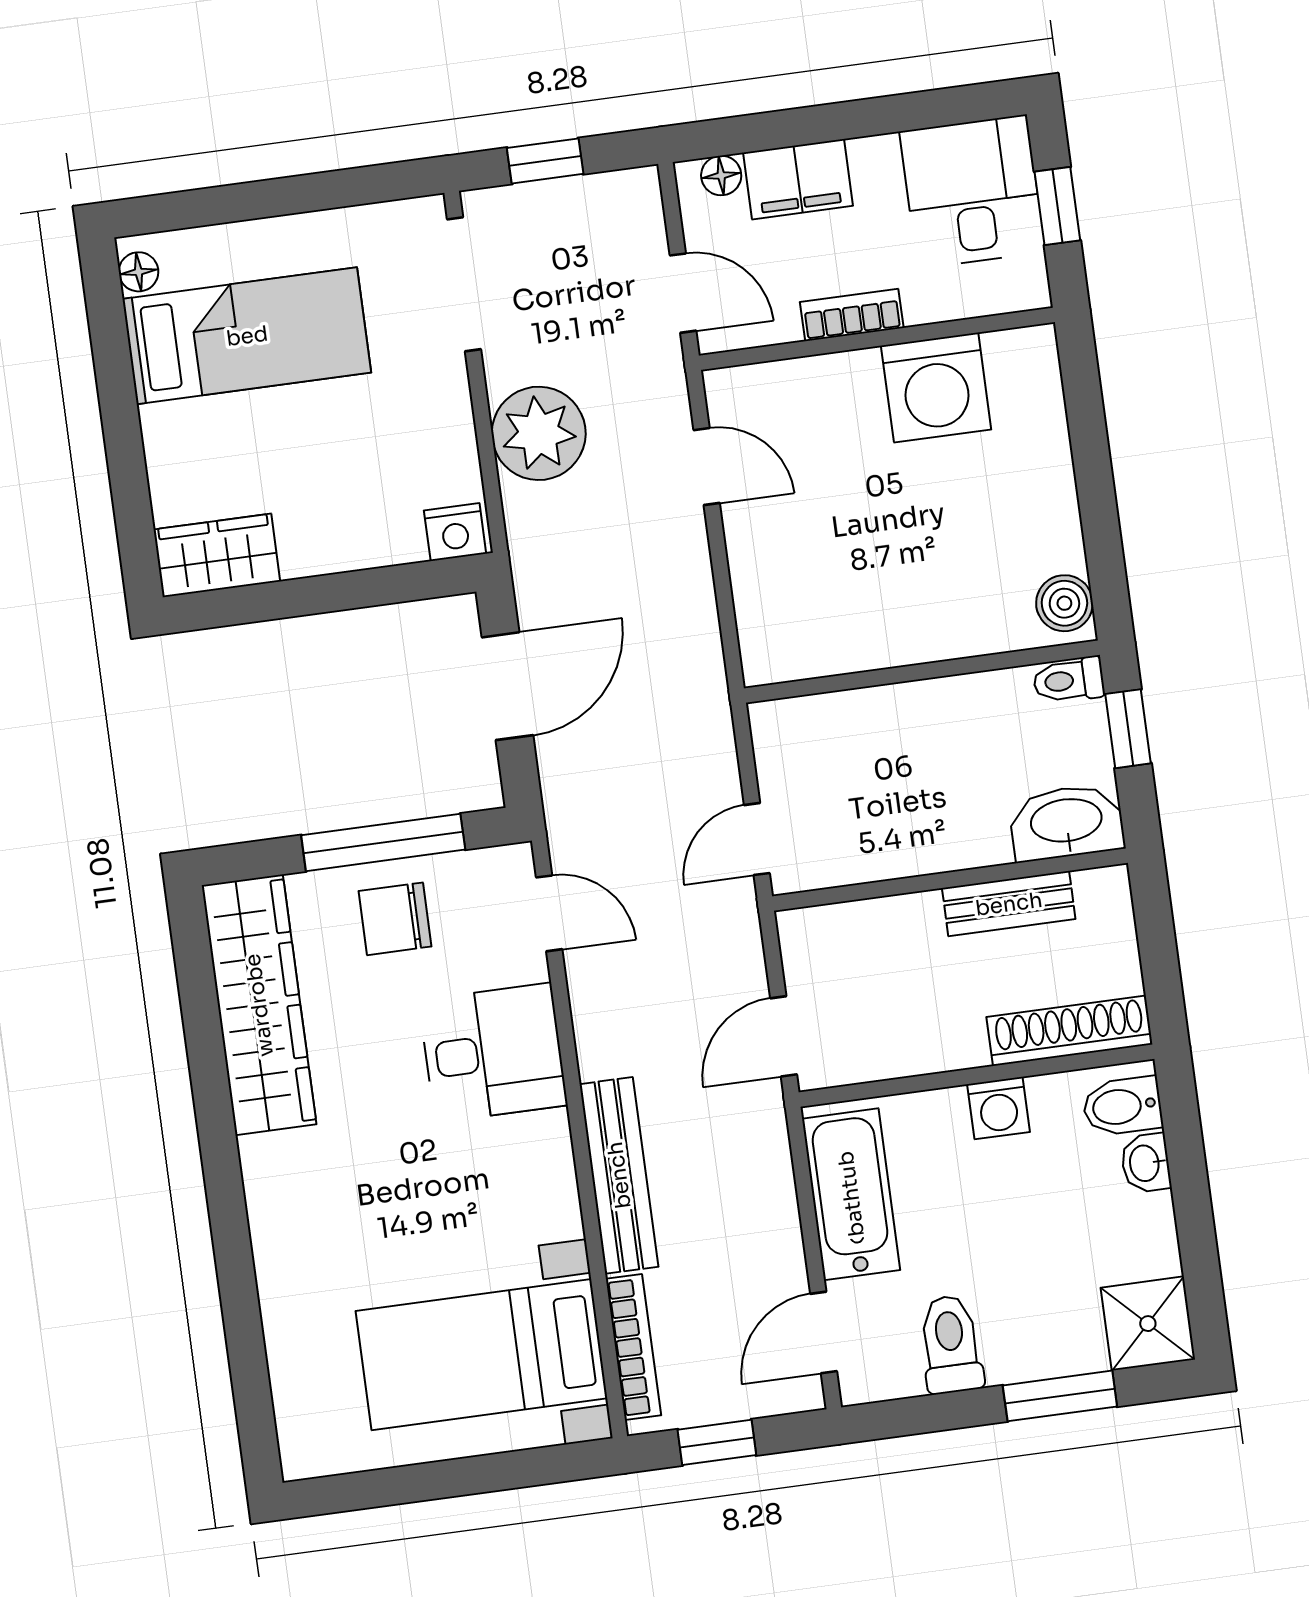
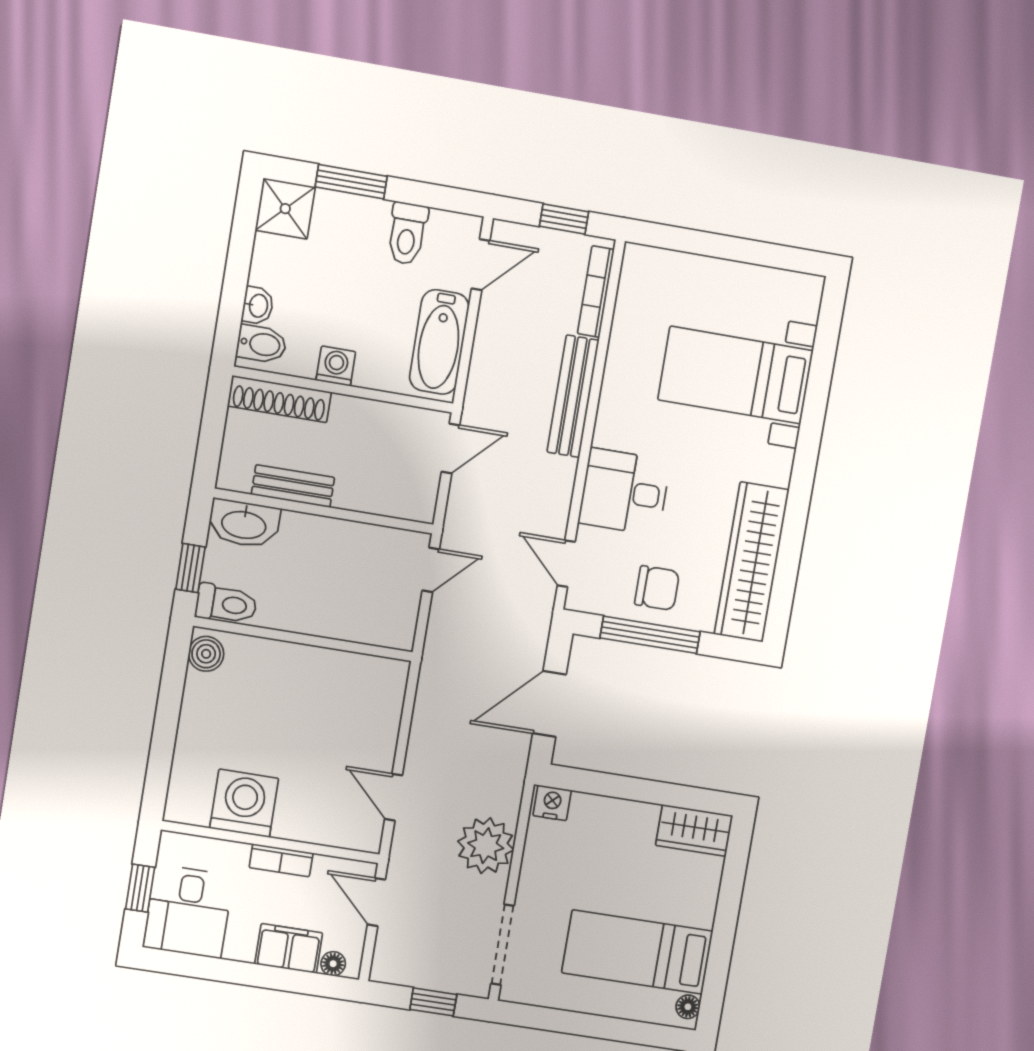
toilet: (1069, 680) -> (226, 604), width x1.37, depth x1.39
bed with nightstands: (481, 1355) -> (735, 375), moved, turned 180

